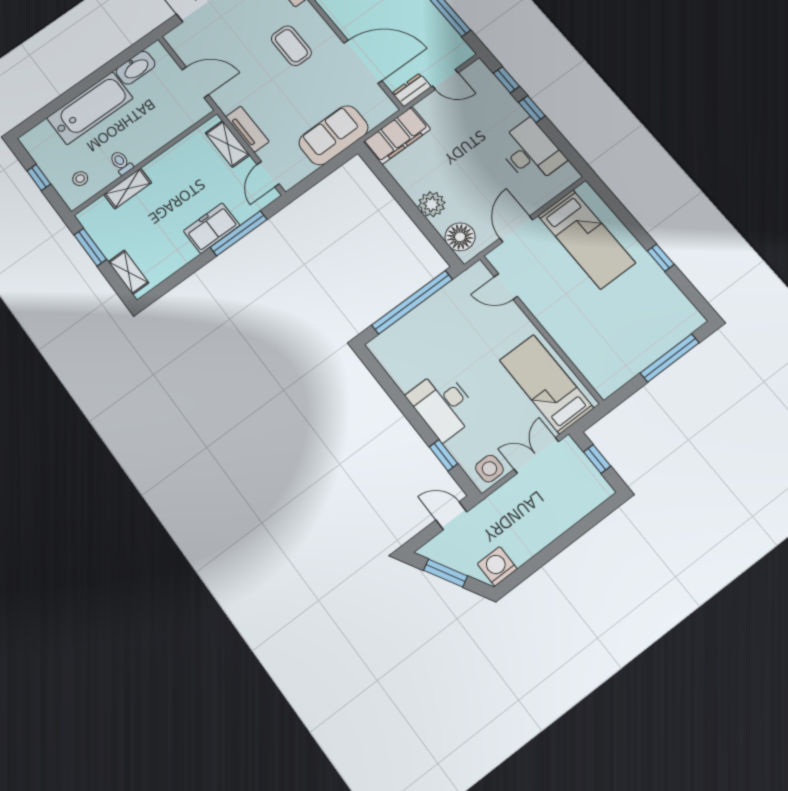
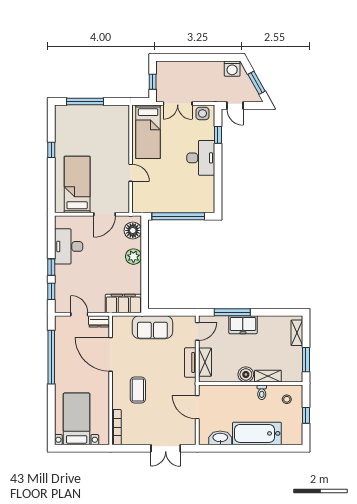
boiler: (160, 169) -> (246, 374), added
door: (506, 287) -> (131, 173), moved

